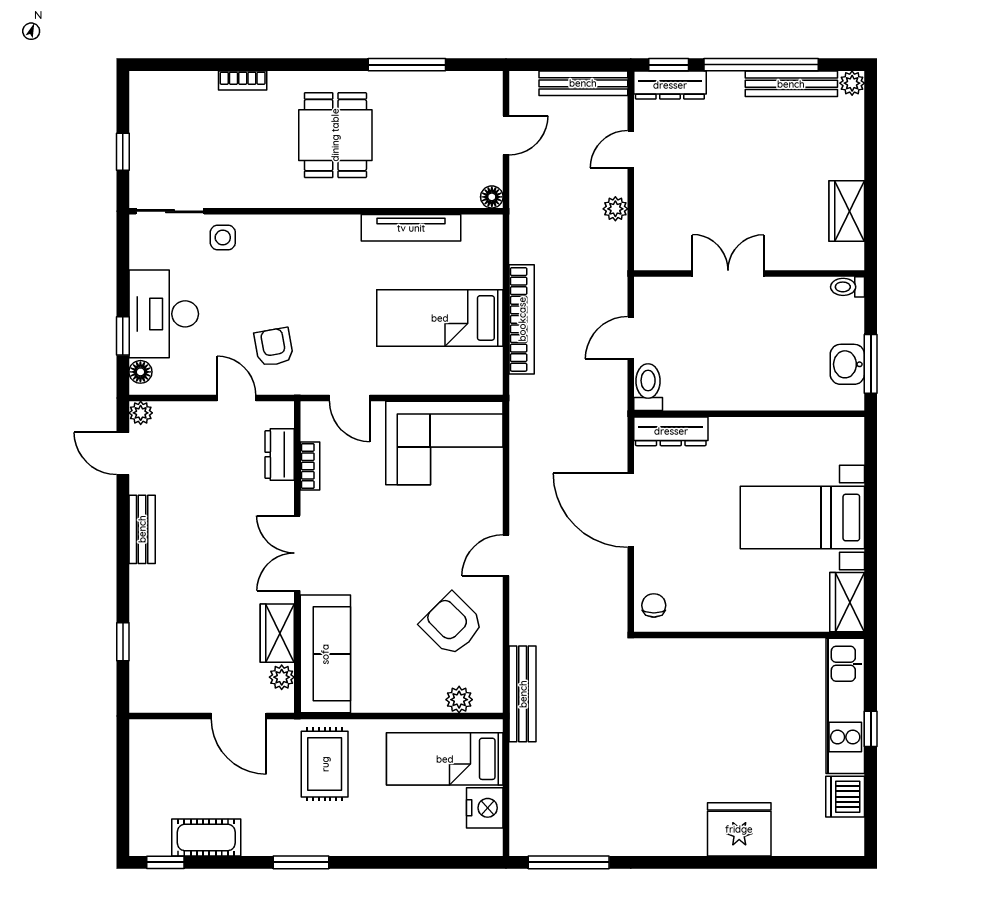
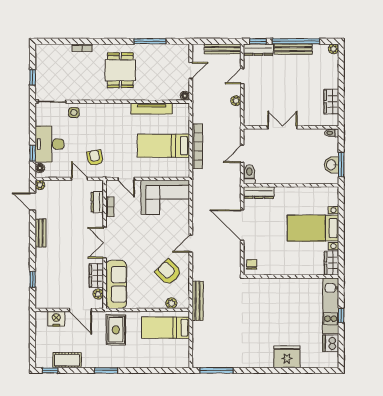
bench: (791, 84) -> (293, 49), moved
nightstand: (485, 808) -> (56, 319), moved, turned -90

